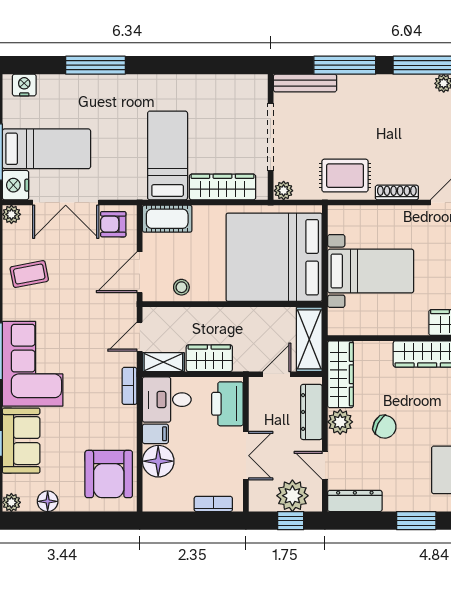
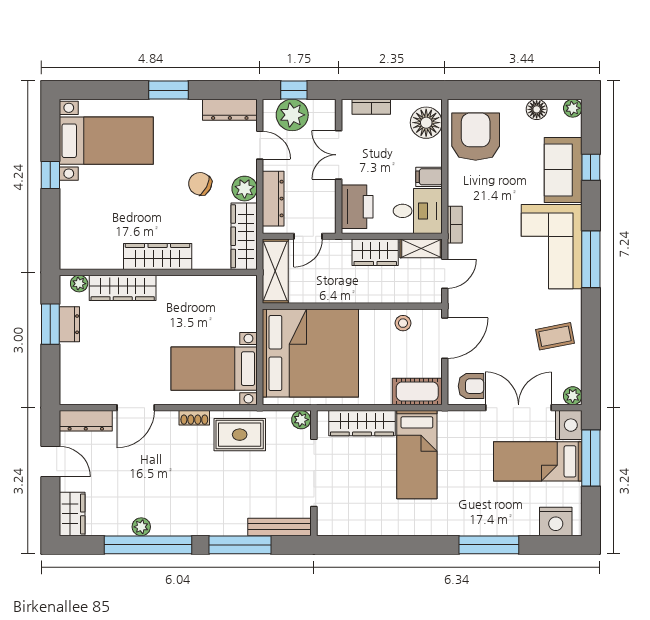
nightstand: (24, 85) -> (556, 521), width x1.36, depth x1.33
shoe rack: (397, 192) -> (194, 418), width x0.70
bed with nightstands: (371, 271) -> (214, 369), moved
floor lamp: (158, 461) -> (426, 123), moved

